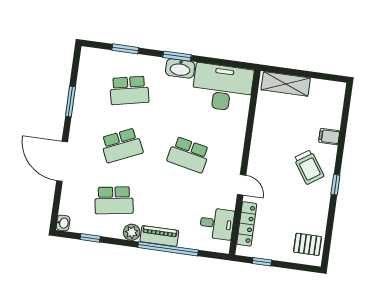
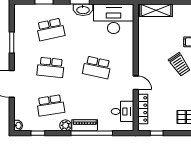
school desk: (122, 145) -> (51, 67), turned 30

